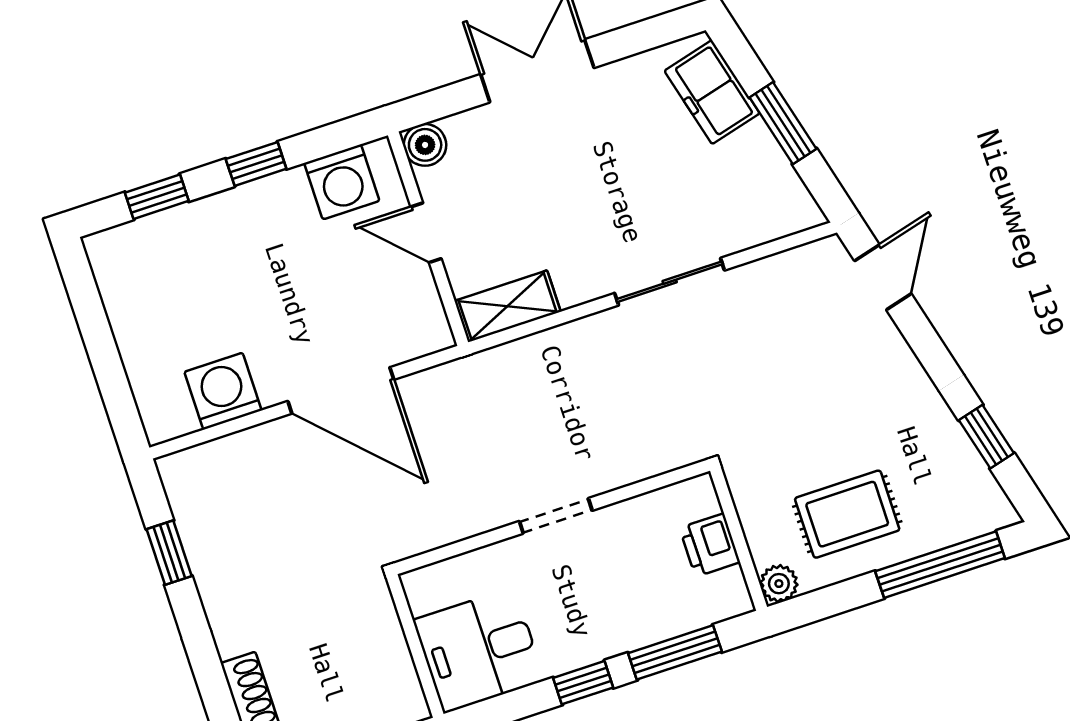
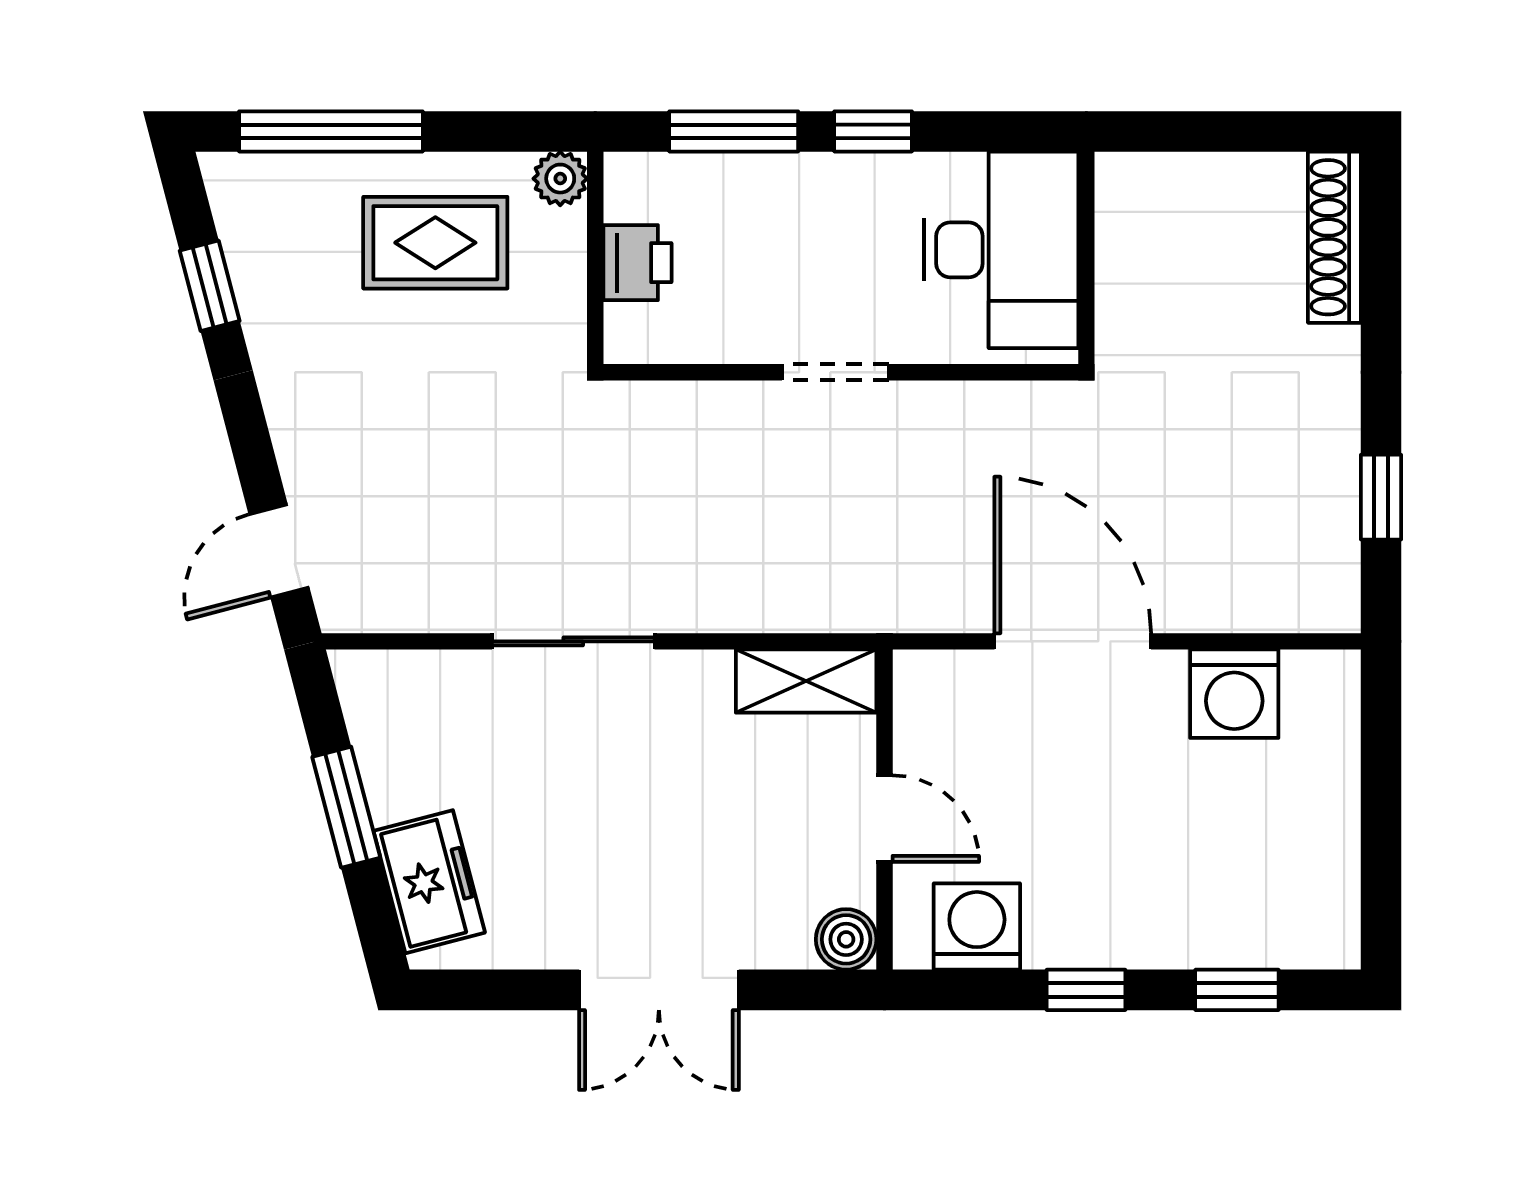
desk: (479, 650) -> (1001, 250), width x1.37

